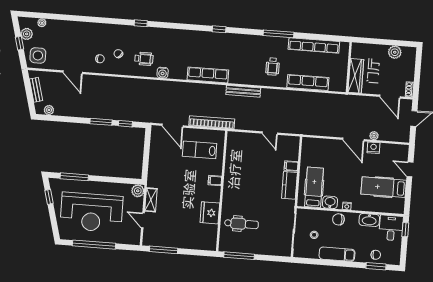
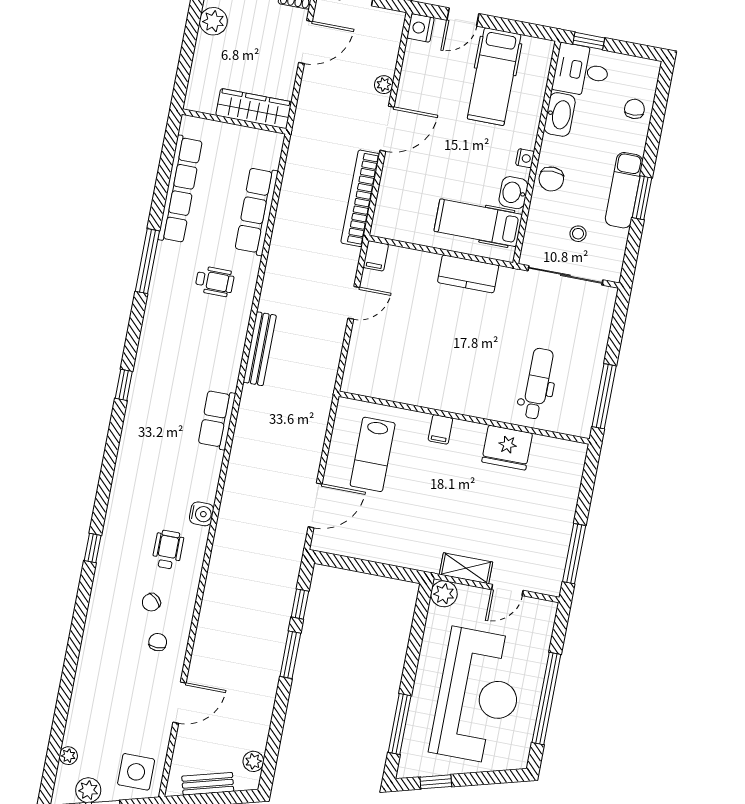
row of seats: (208, 75) -> (217, 419), width x0.68
bookcase: (212, 122) -> (360, 198), moved
nightstand: (373, 148) -> (421, 28), moved
filing cabinet: (291, 166) -> (376, 256), moved
window: (376, 266) -> (642, 198), moved

